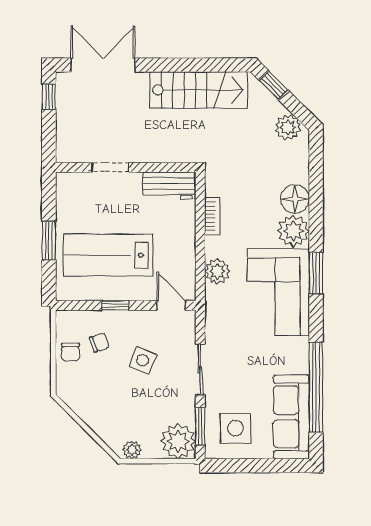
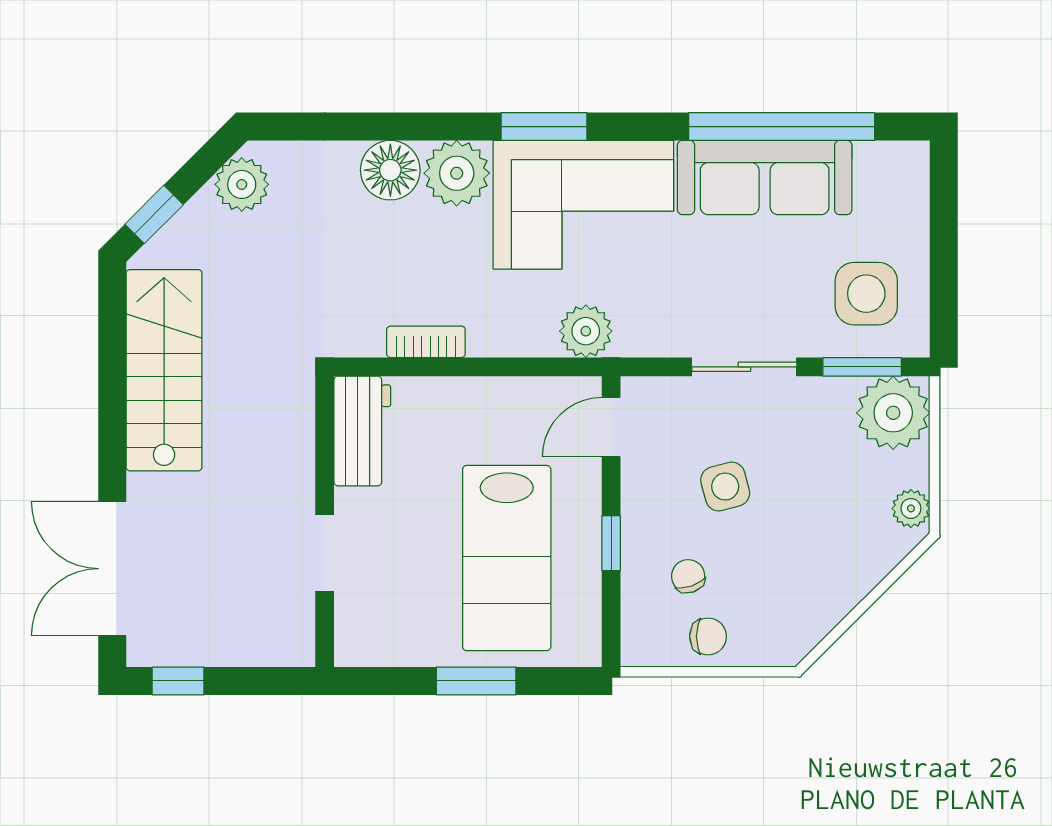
plant: (217, 271) -> (586, 331), moved
side table: (143, 360) -> (725, 487), turned -38
sofa: (291, 417) -> (765, 177), moved

